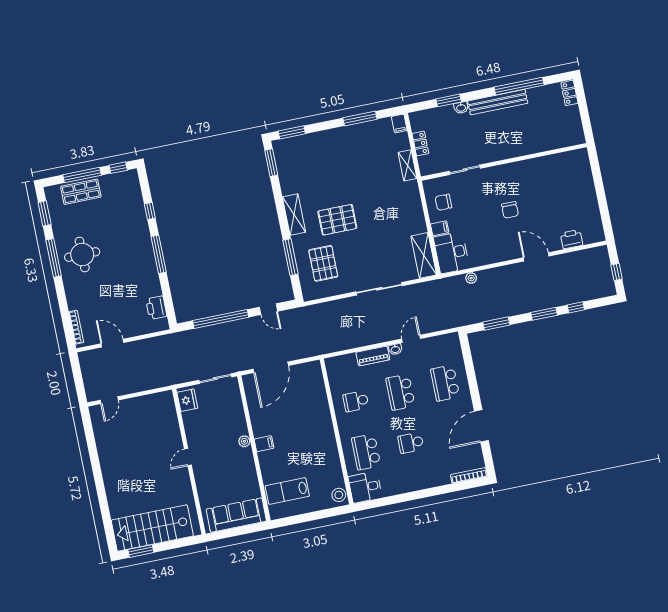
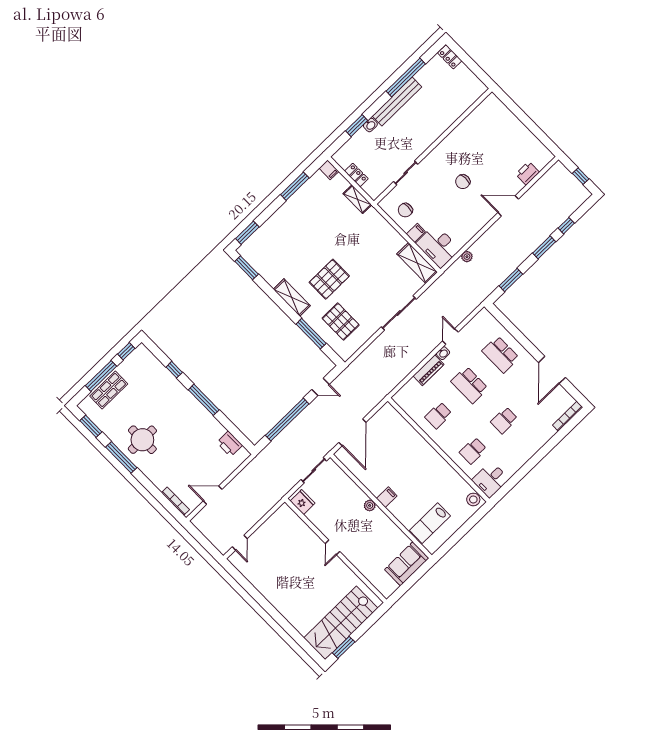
chair: (510, 210) -> (463, 182), turned 90
school desk: (366, 452) -> (473, 451), width x0.54
sofa: (236, 515) -> (407, 564), width x0.73

